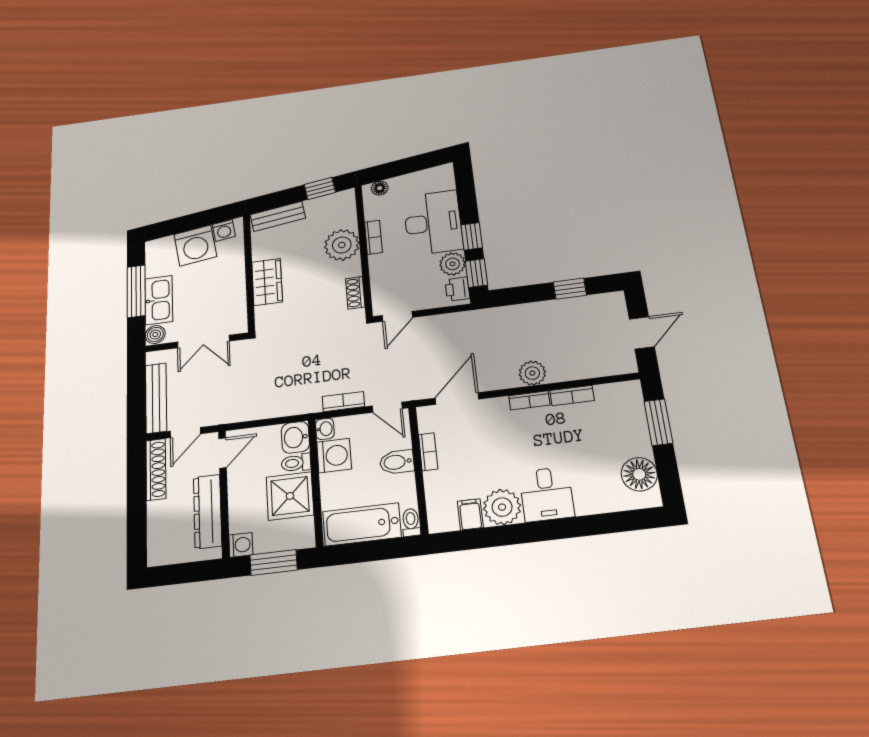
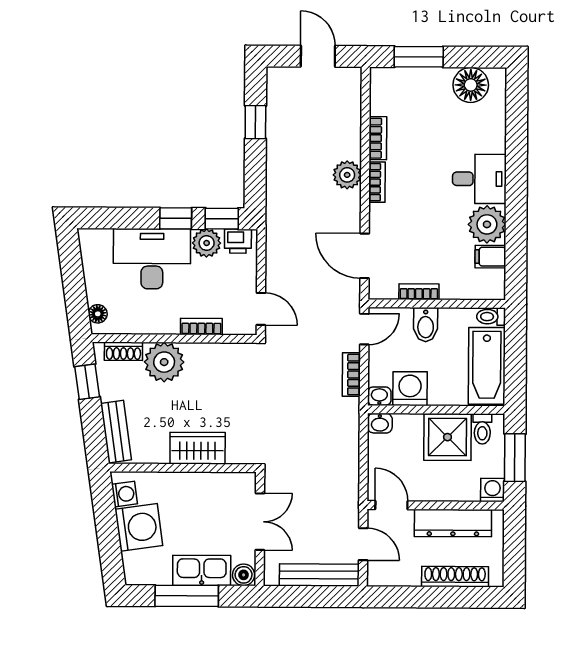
bookcase: (373, 237) -> (201, 326), moved
shoe rack: (355, 293) -> (123, 351), moved
washbasin: (295, 437) -> (380, 423), width x0.72, depth x0.69
toilet: (296, 463) -> (482, 429), moved
shoe rack: (156, 469) -> (455, 577), moved

